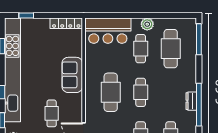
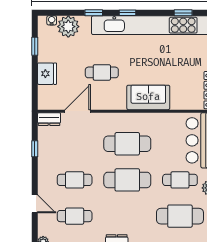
cafe table: (141, 92) -> (127, 180), width x1.37, depth x1.35

